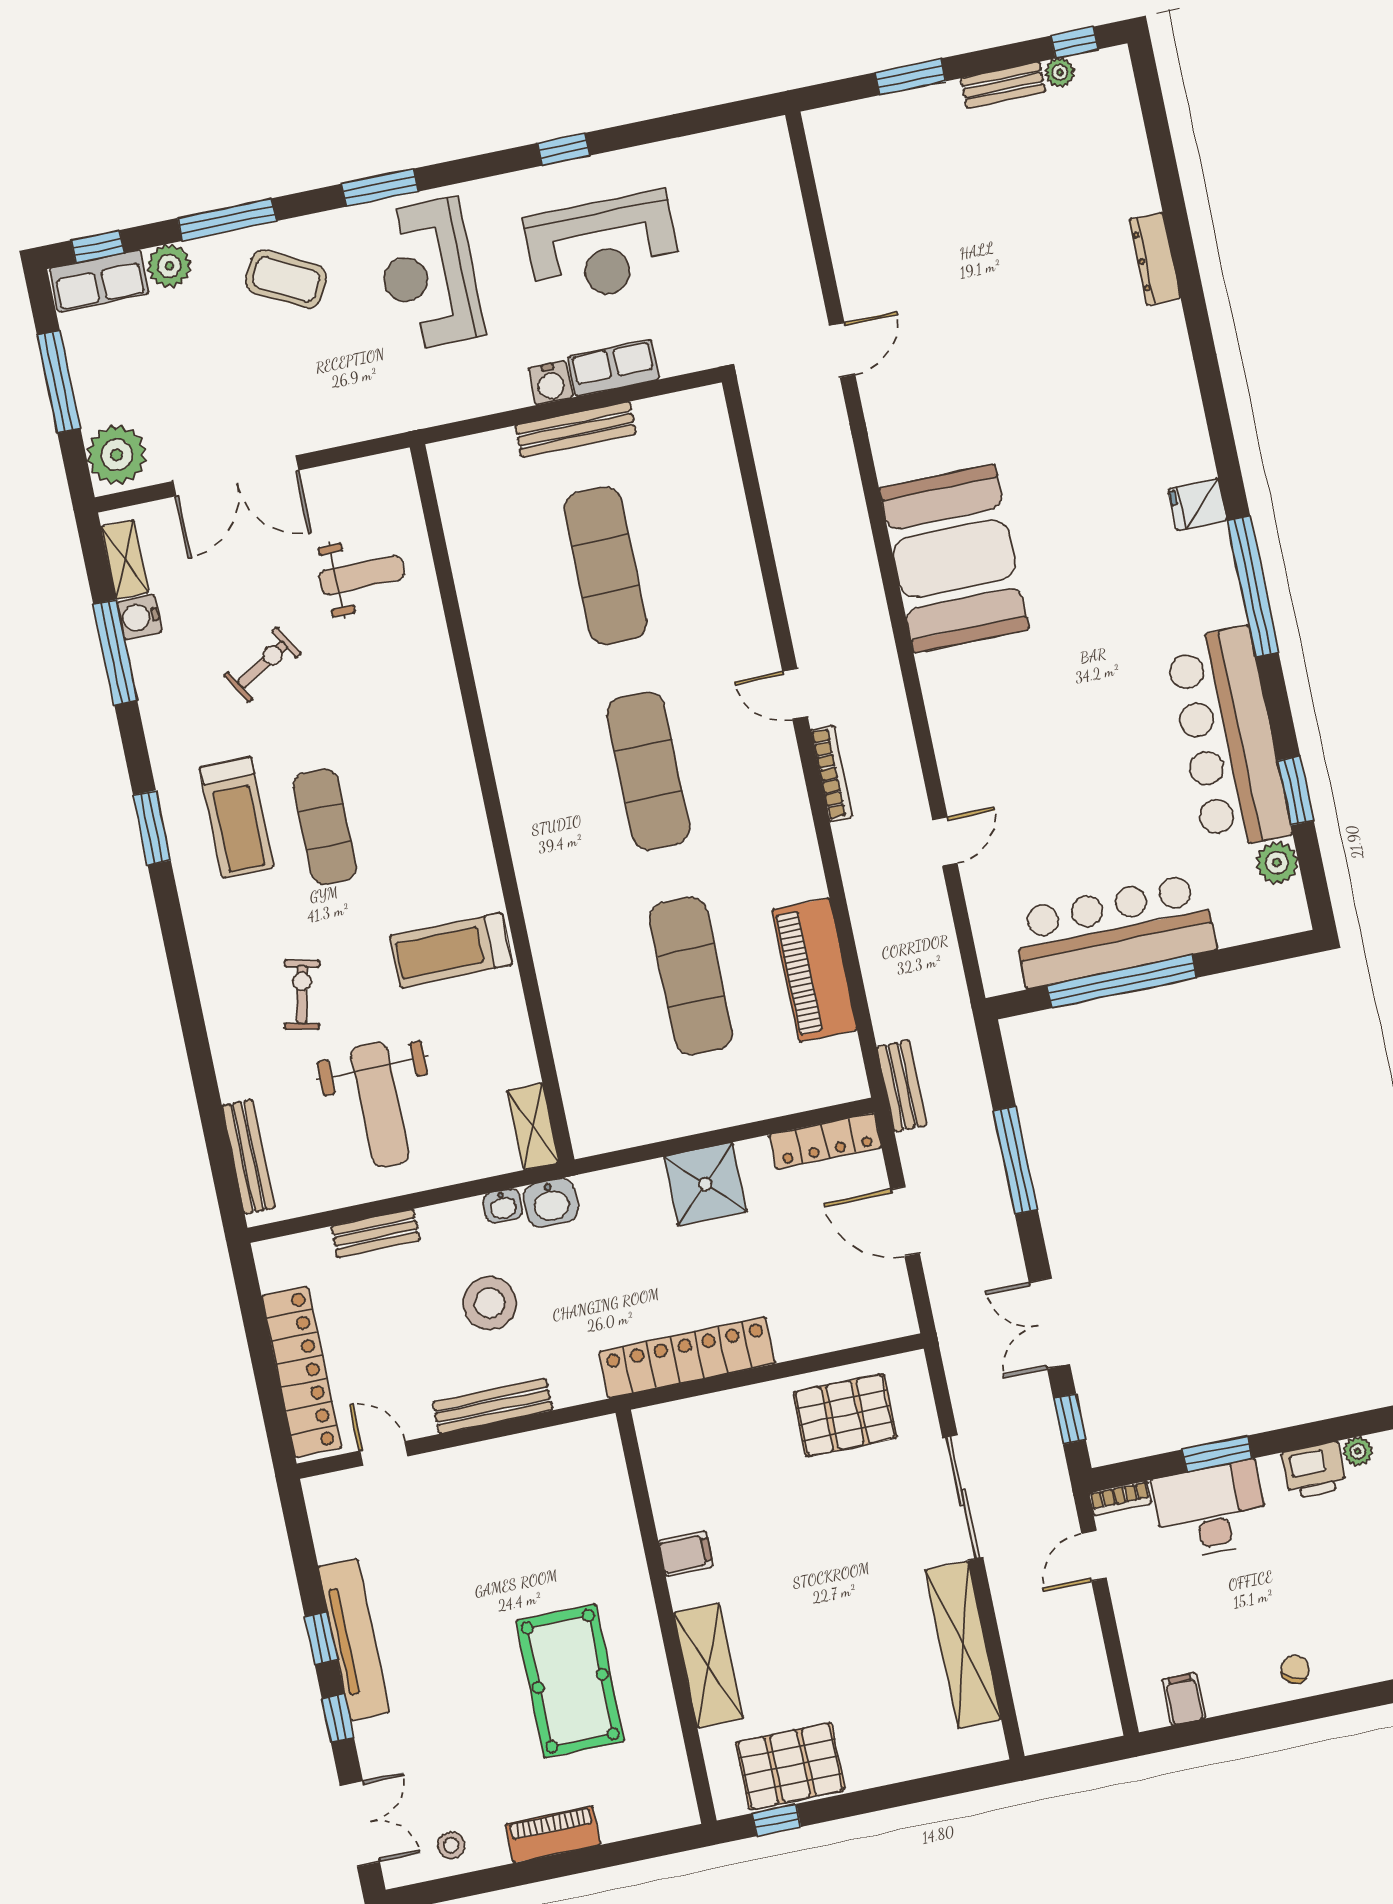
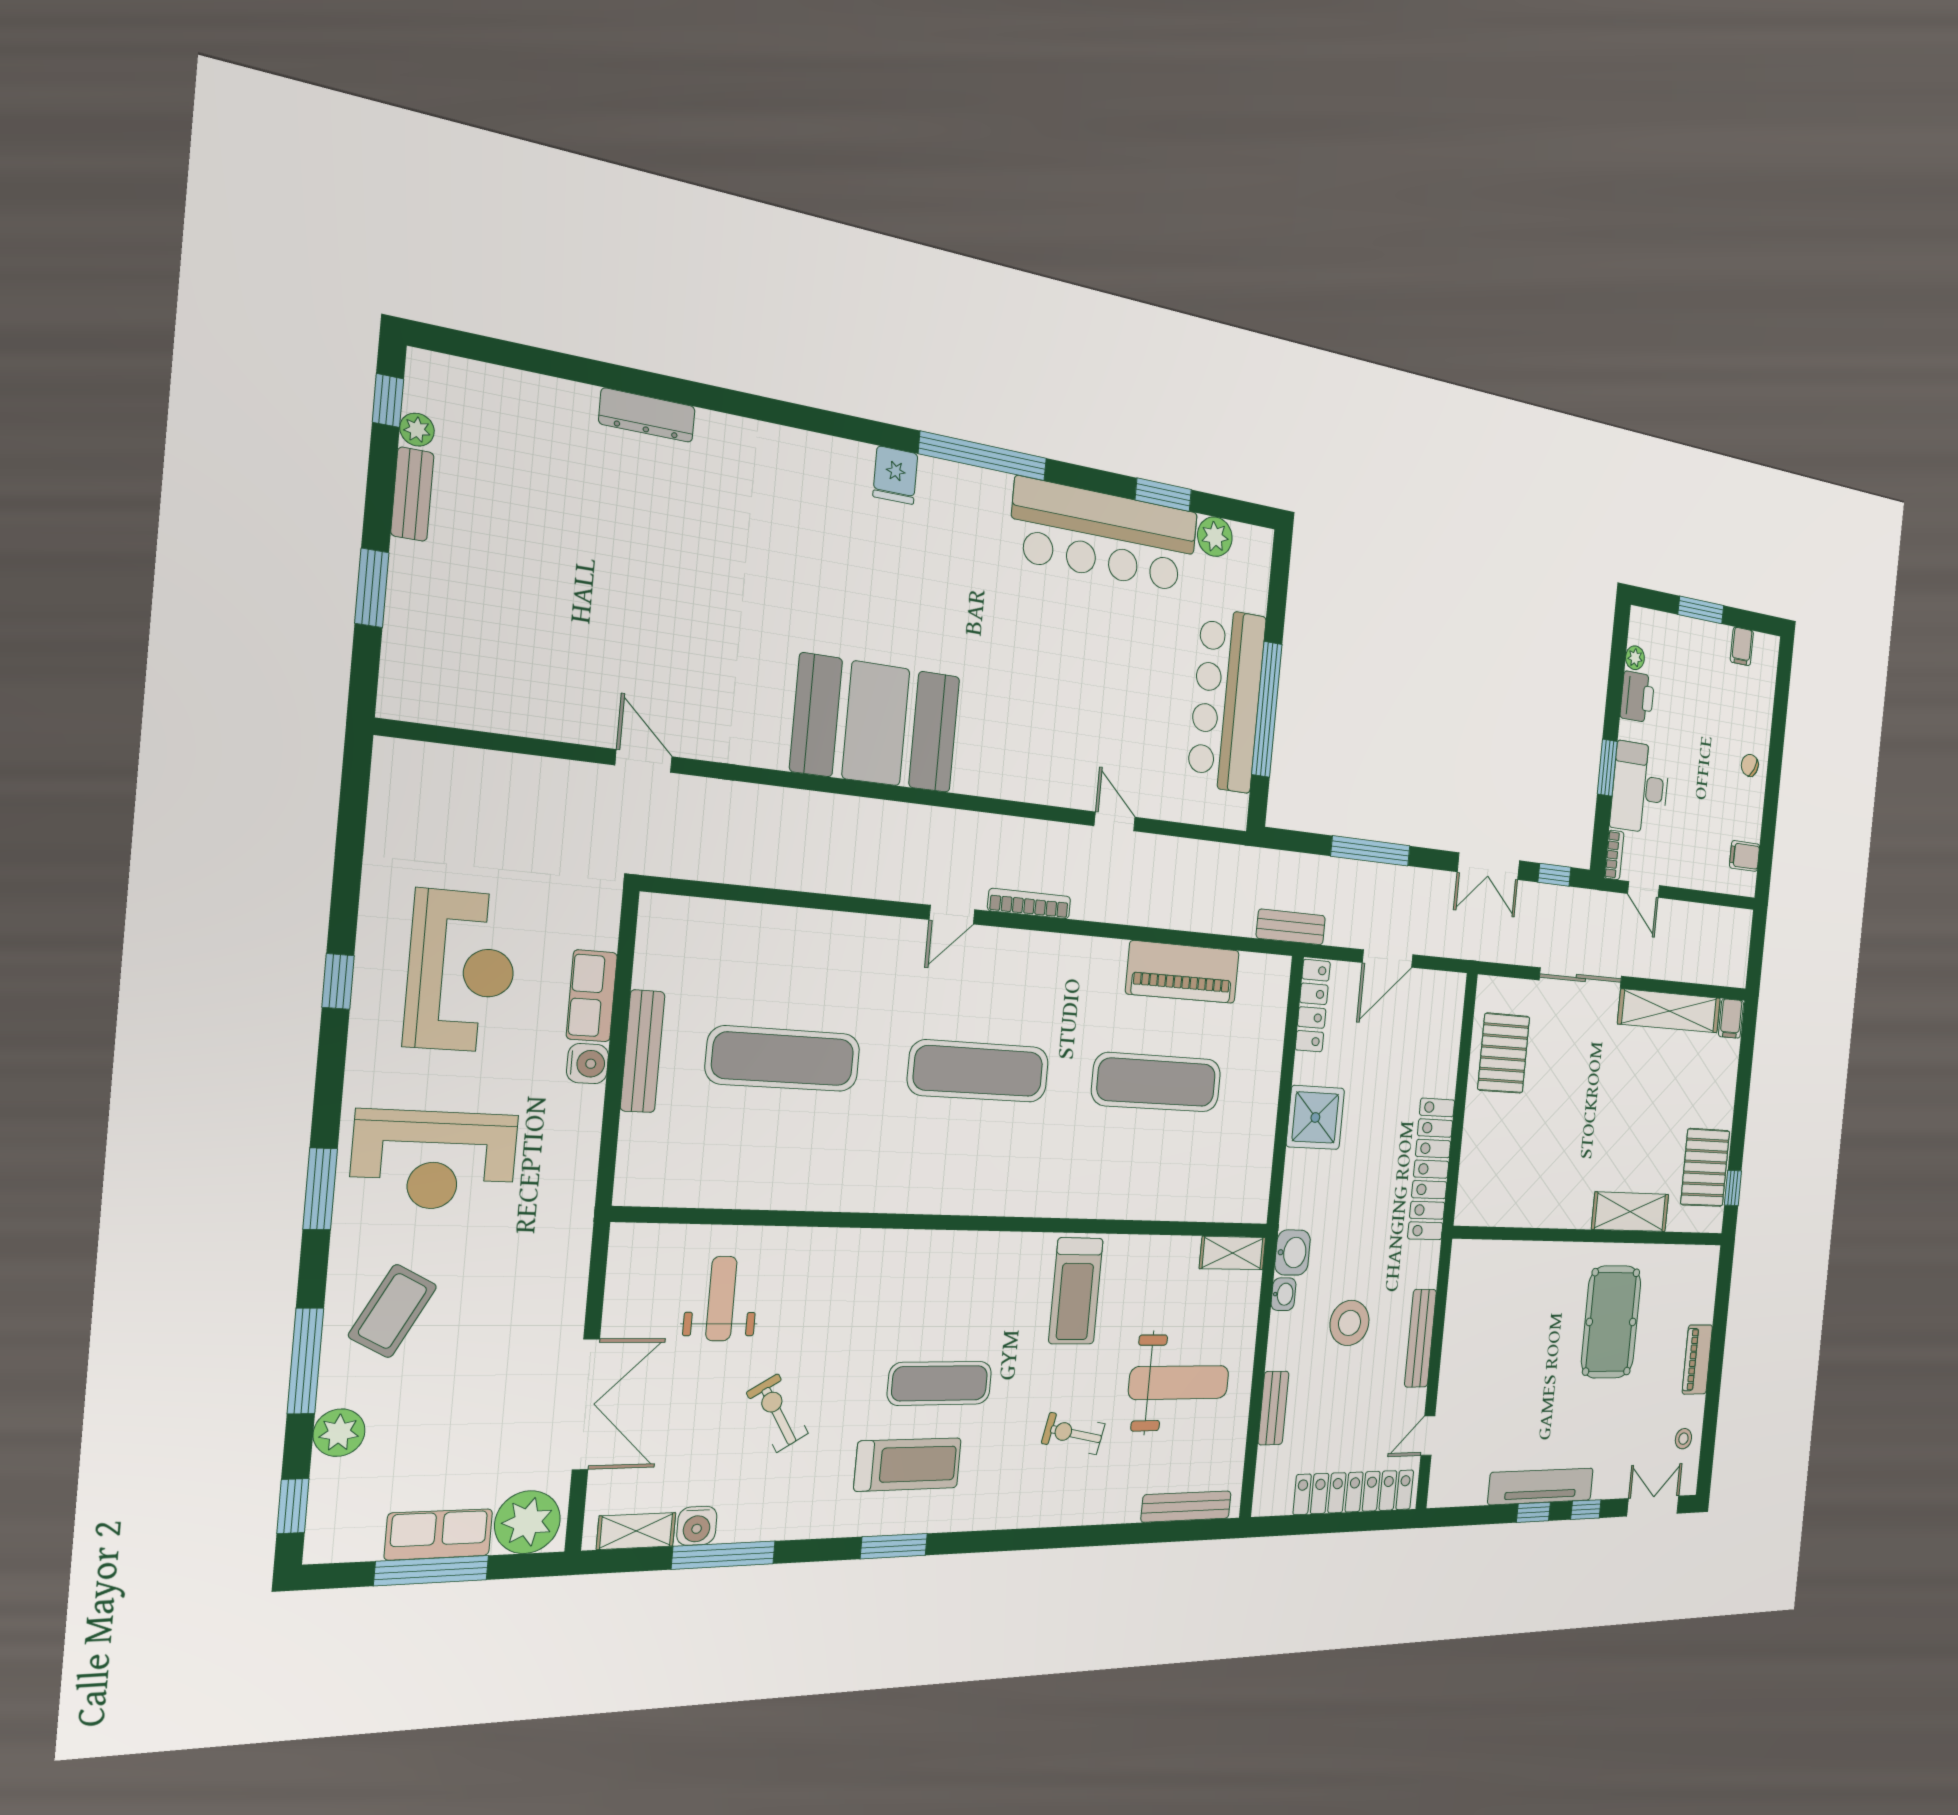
row of seats: (99, 281) -> (439, 1534), moved, turned -90
filing cabinet: (686, 1554) -> (1731, 1018), moved, turned 180
pool table: (570, 1681) -> (1611, 1322), turned 90

